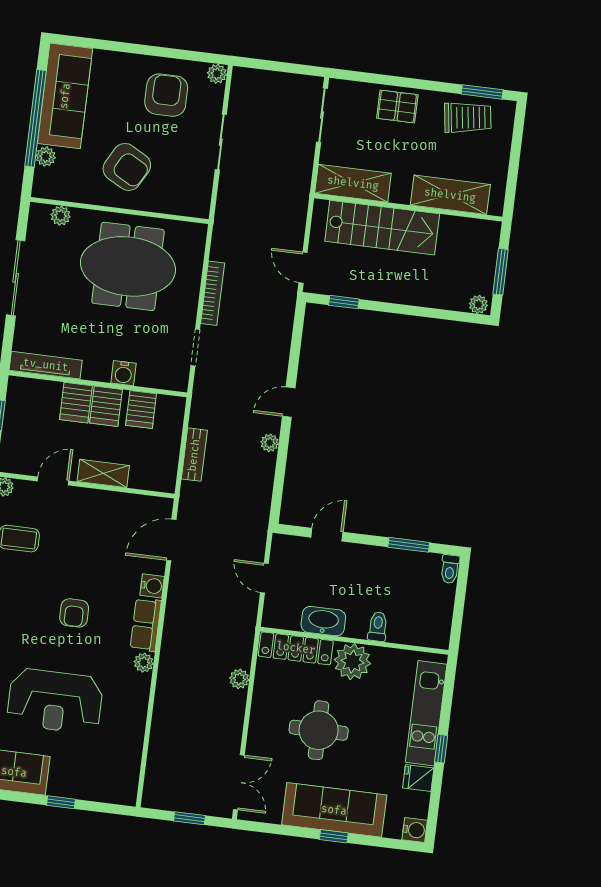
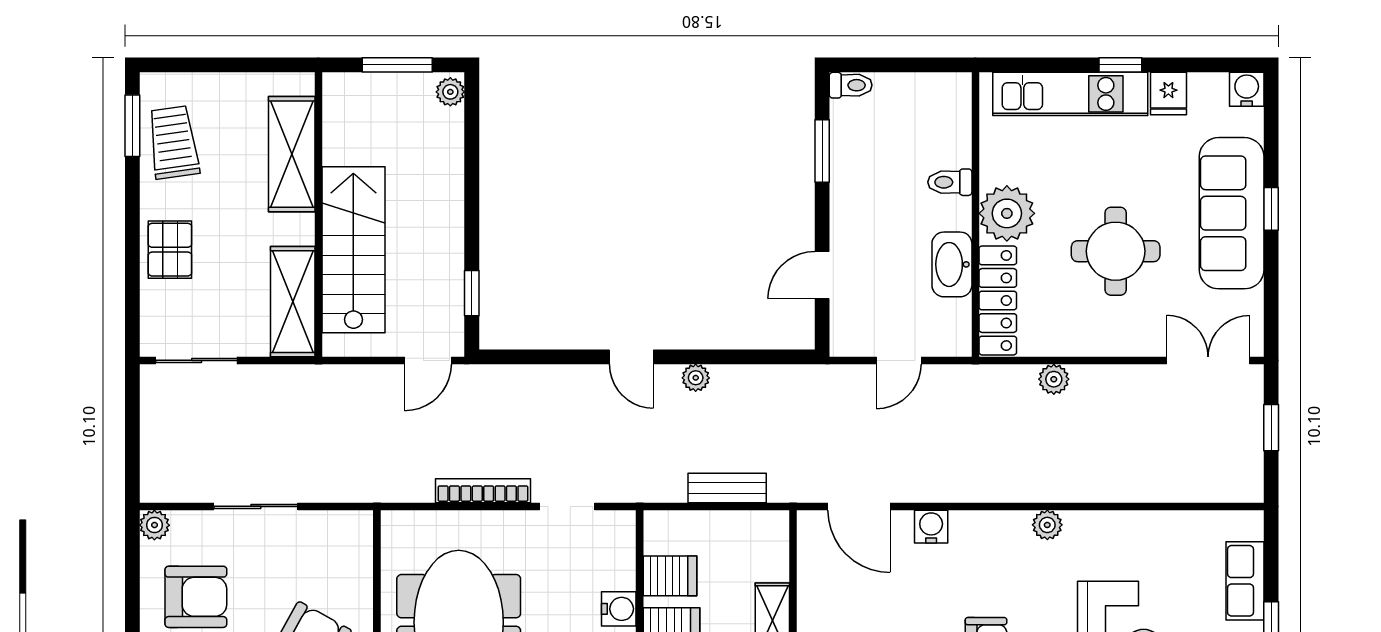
armchair: (166, 95) -> (196, 597), turned 180
door: (327, 535) -> (822, 275), hinge flipped
row of seats: (146, 625) -> (1245, 581), moved, turned 90

